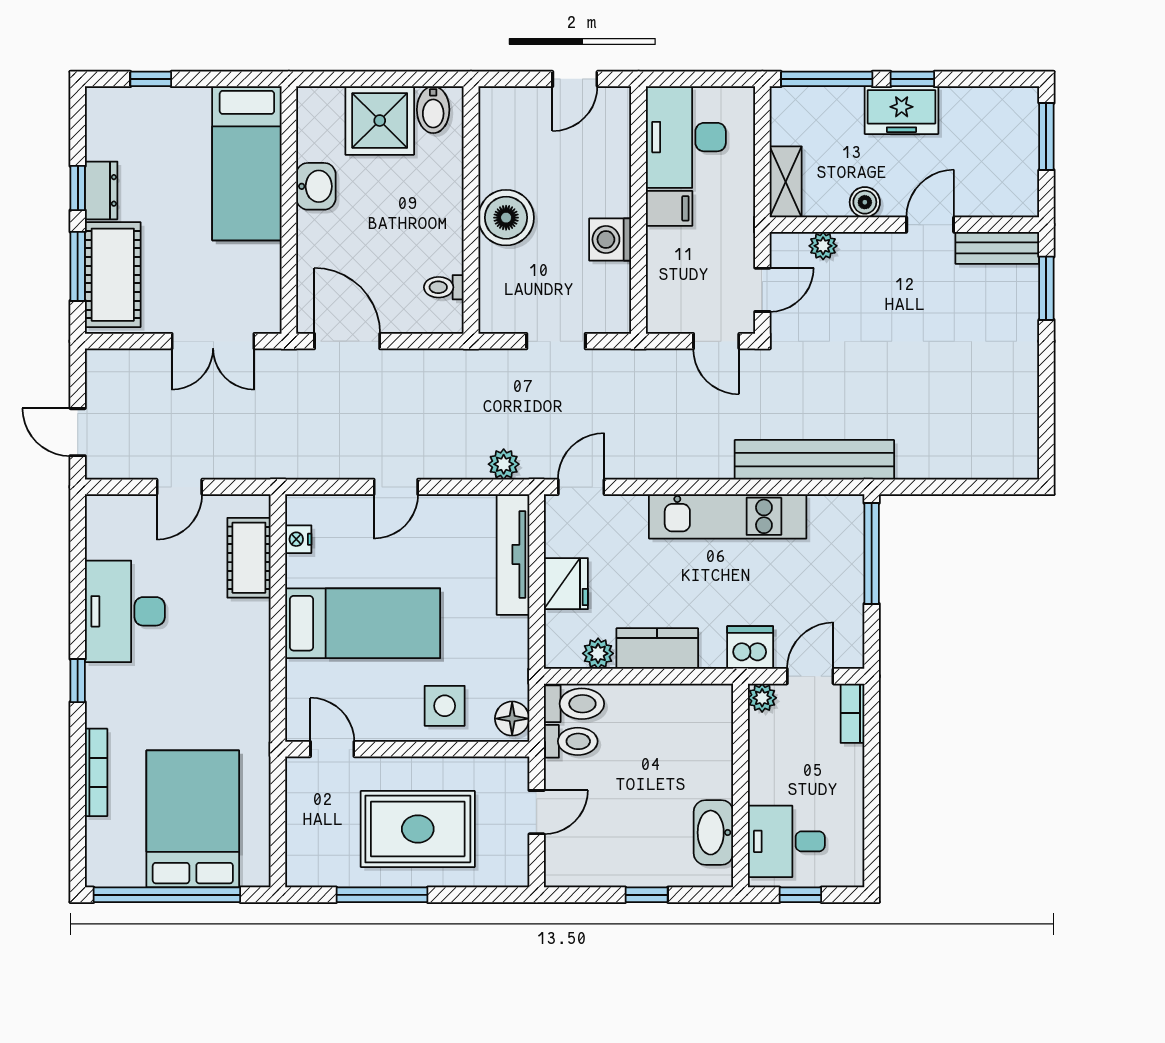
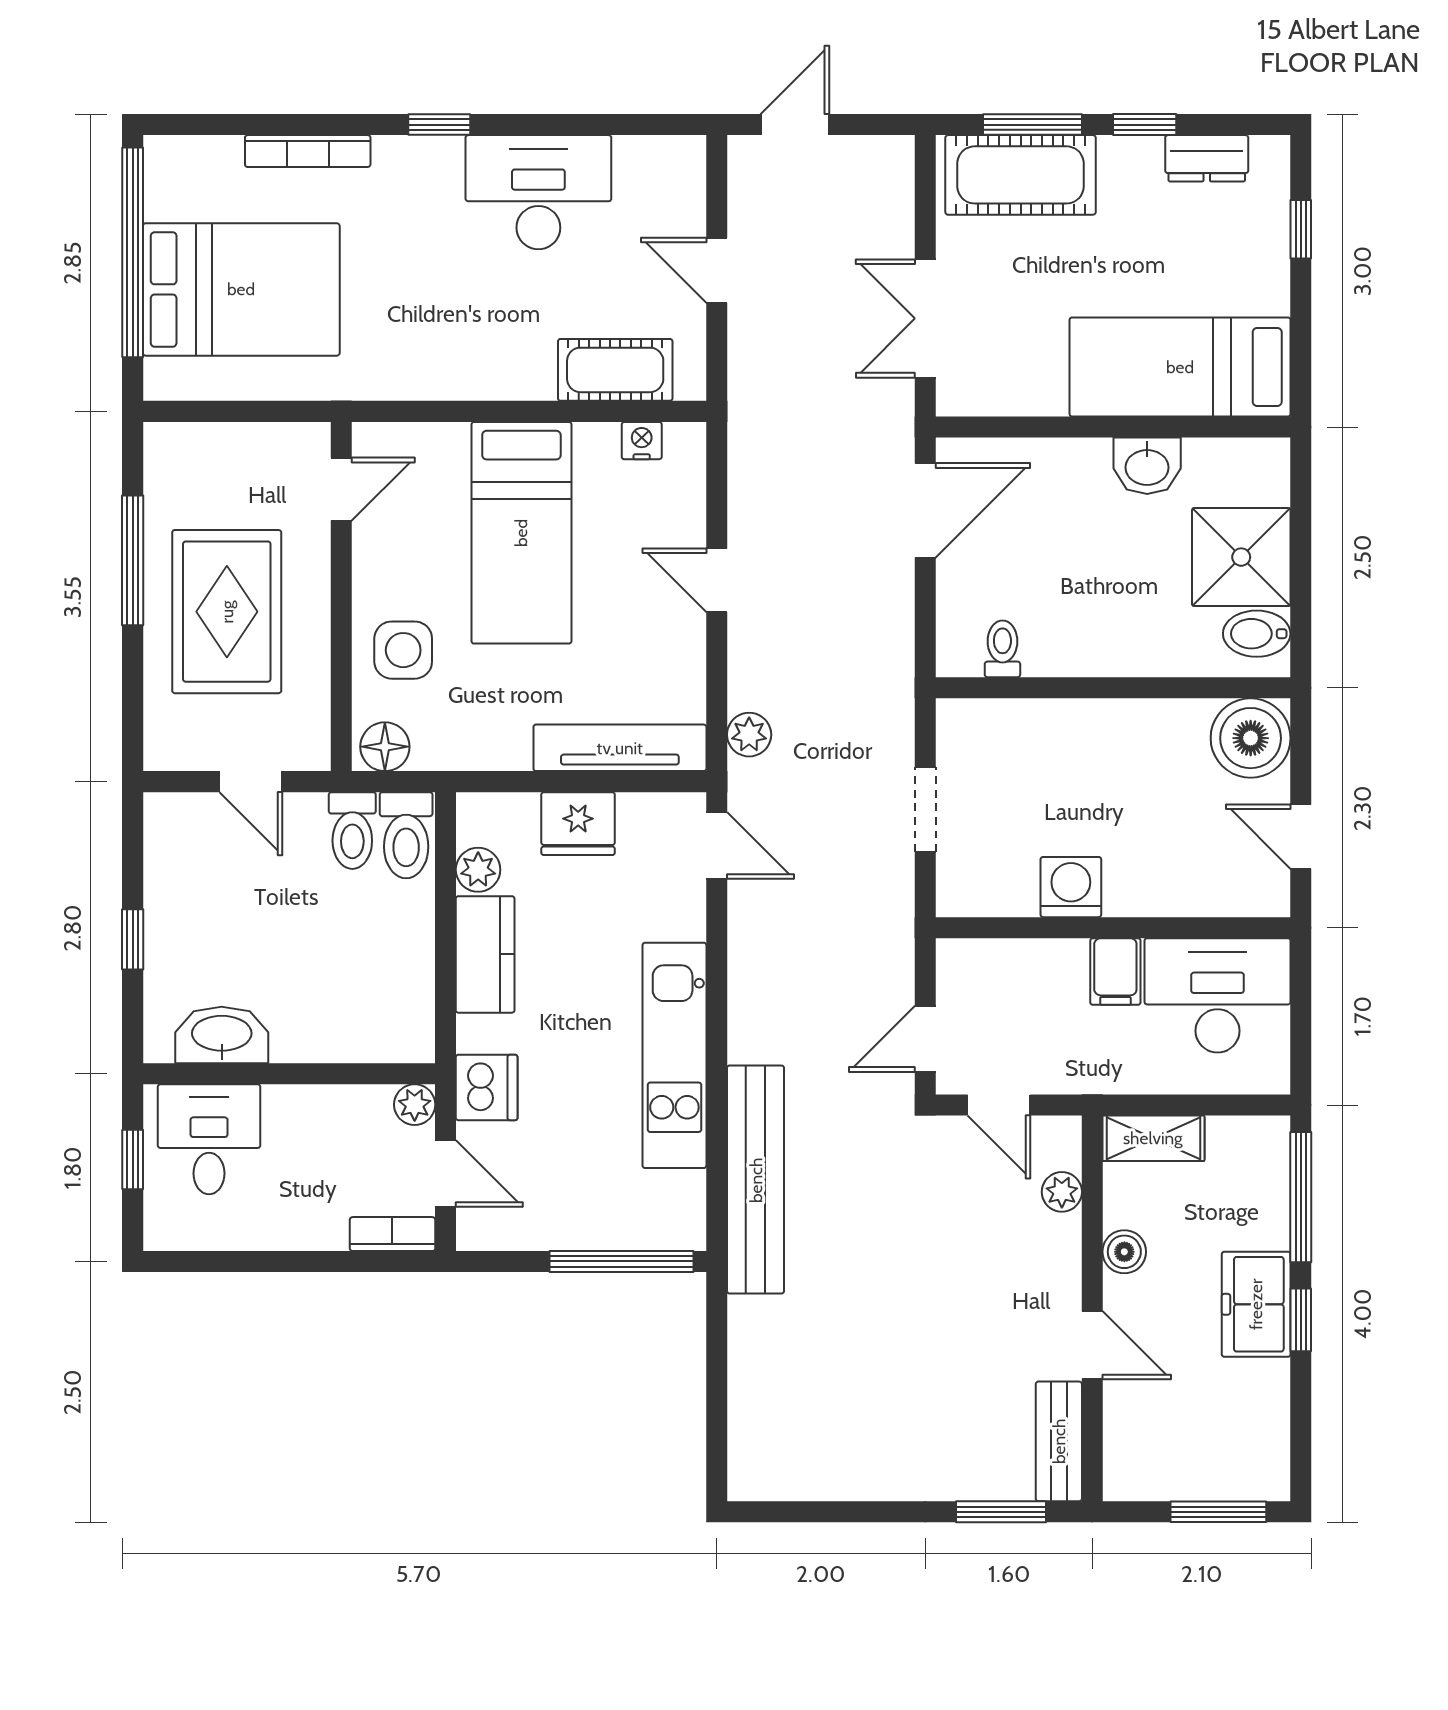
dresser: (101, 190) -> (1207, 158), moved
boiler: (506, 218) -> (1251, 738), moved

